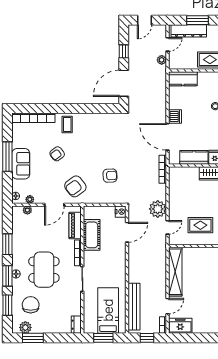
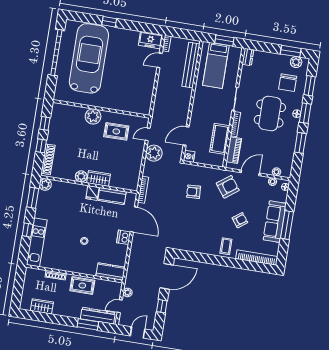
sofa: (21, 164) -> (275, 222), width x1.36
shelving: (175, 272) -> (147, 92), removed
window: (147, 338) -> (184, 34), removed

